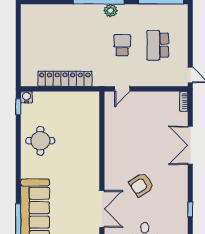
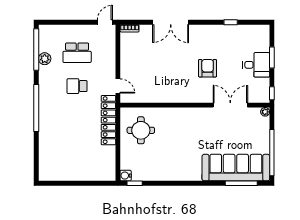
plant: (111, 11) -> (45, 59), moved
locker: (65, 79) -> (108, 120), moved
round table: (40, 141) -> (141, 130), moved
armchair: (141, 185) -> (208, 68), turned -146

